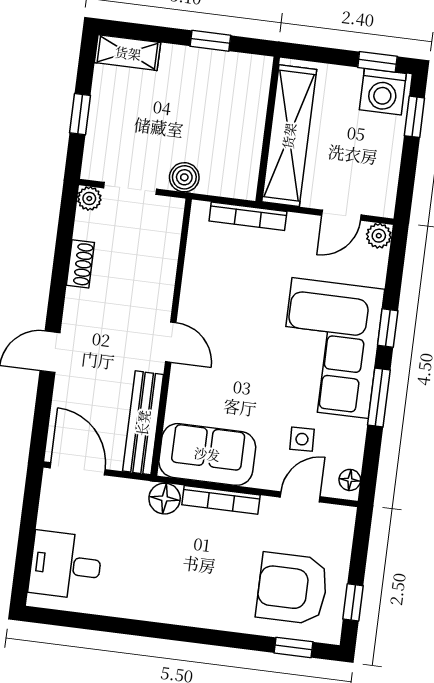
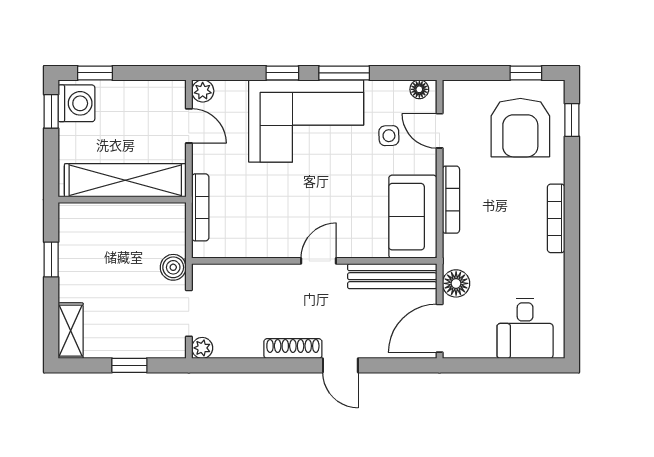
shoe rack: (80, 264) -> (293, 349), moved, width x1.43
floor lamp: (165, 499) -> (456, 283), moved
bookcase: (185, 616) -> (556, 218), added

